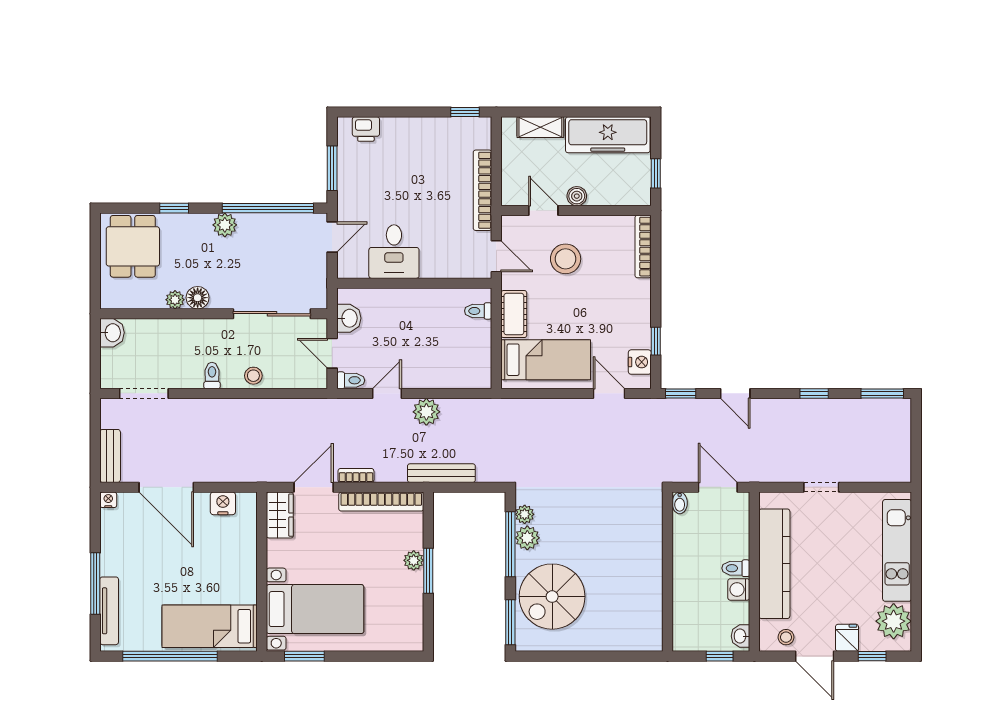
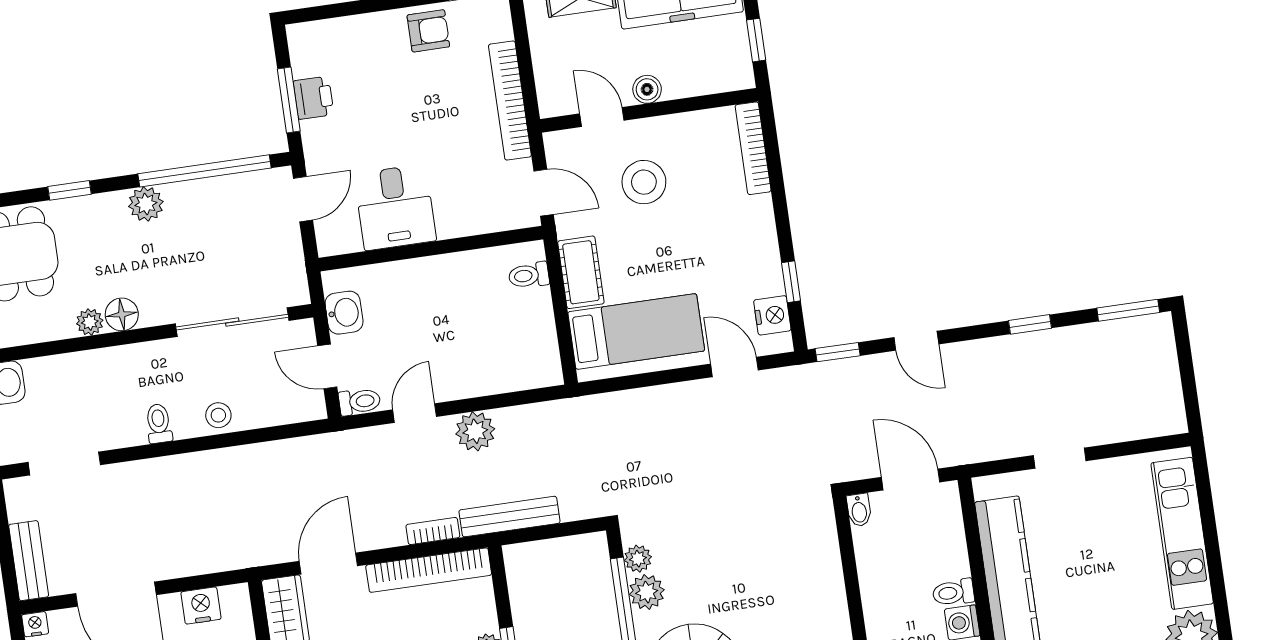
printer: (366, 129) -> (313, 98), moved, turned -90
armchair: (434, 135) -> (428, 31), added
bookcase: (356, 475) -> (433, 531), moved

